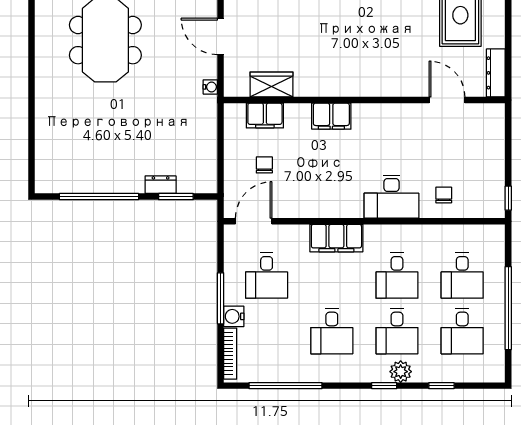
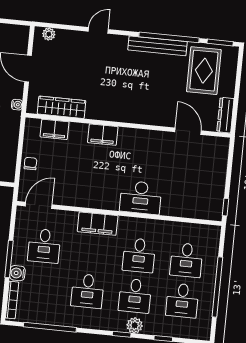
wardrobe: (271, 84) -> (62, 107), width x1.50
chair: (264, 165) -> (30, 164), moved
chair: (444, 195) -> (179, 200), removed

